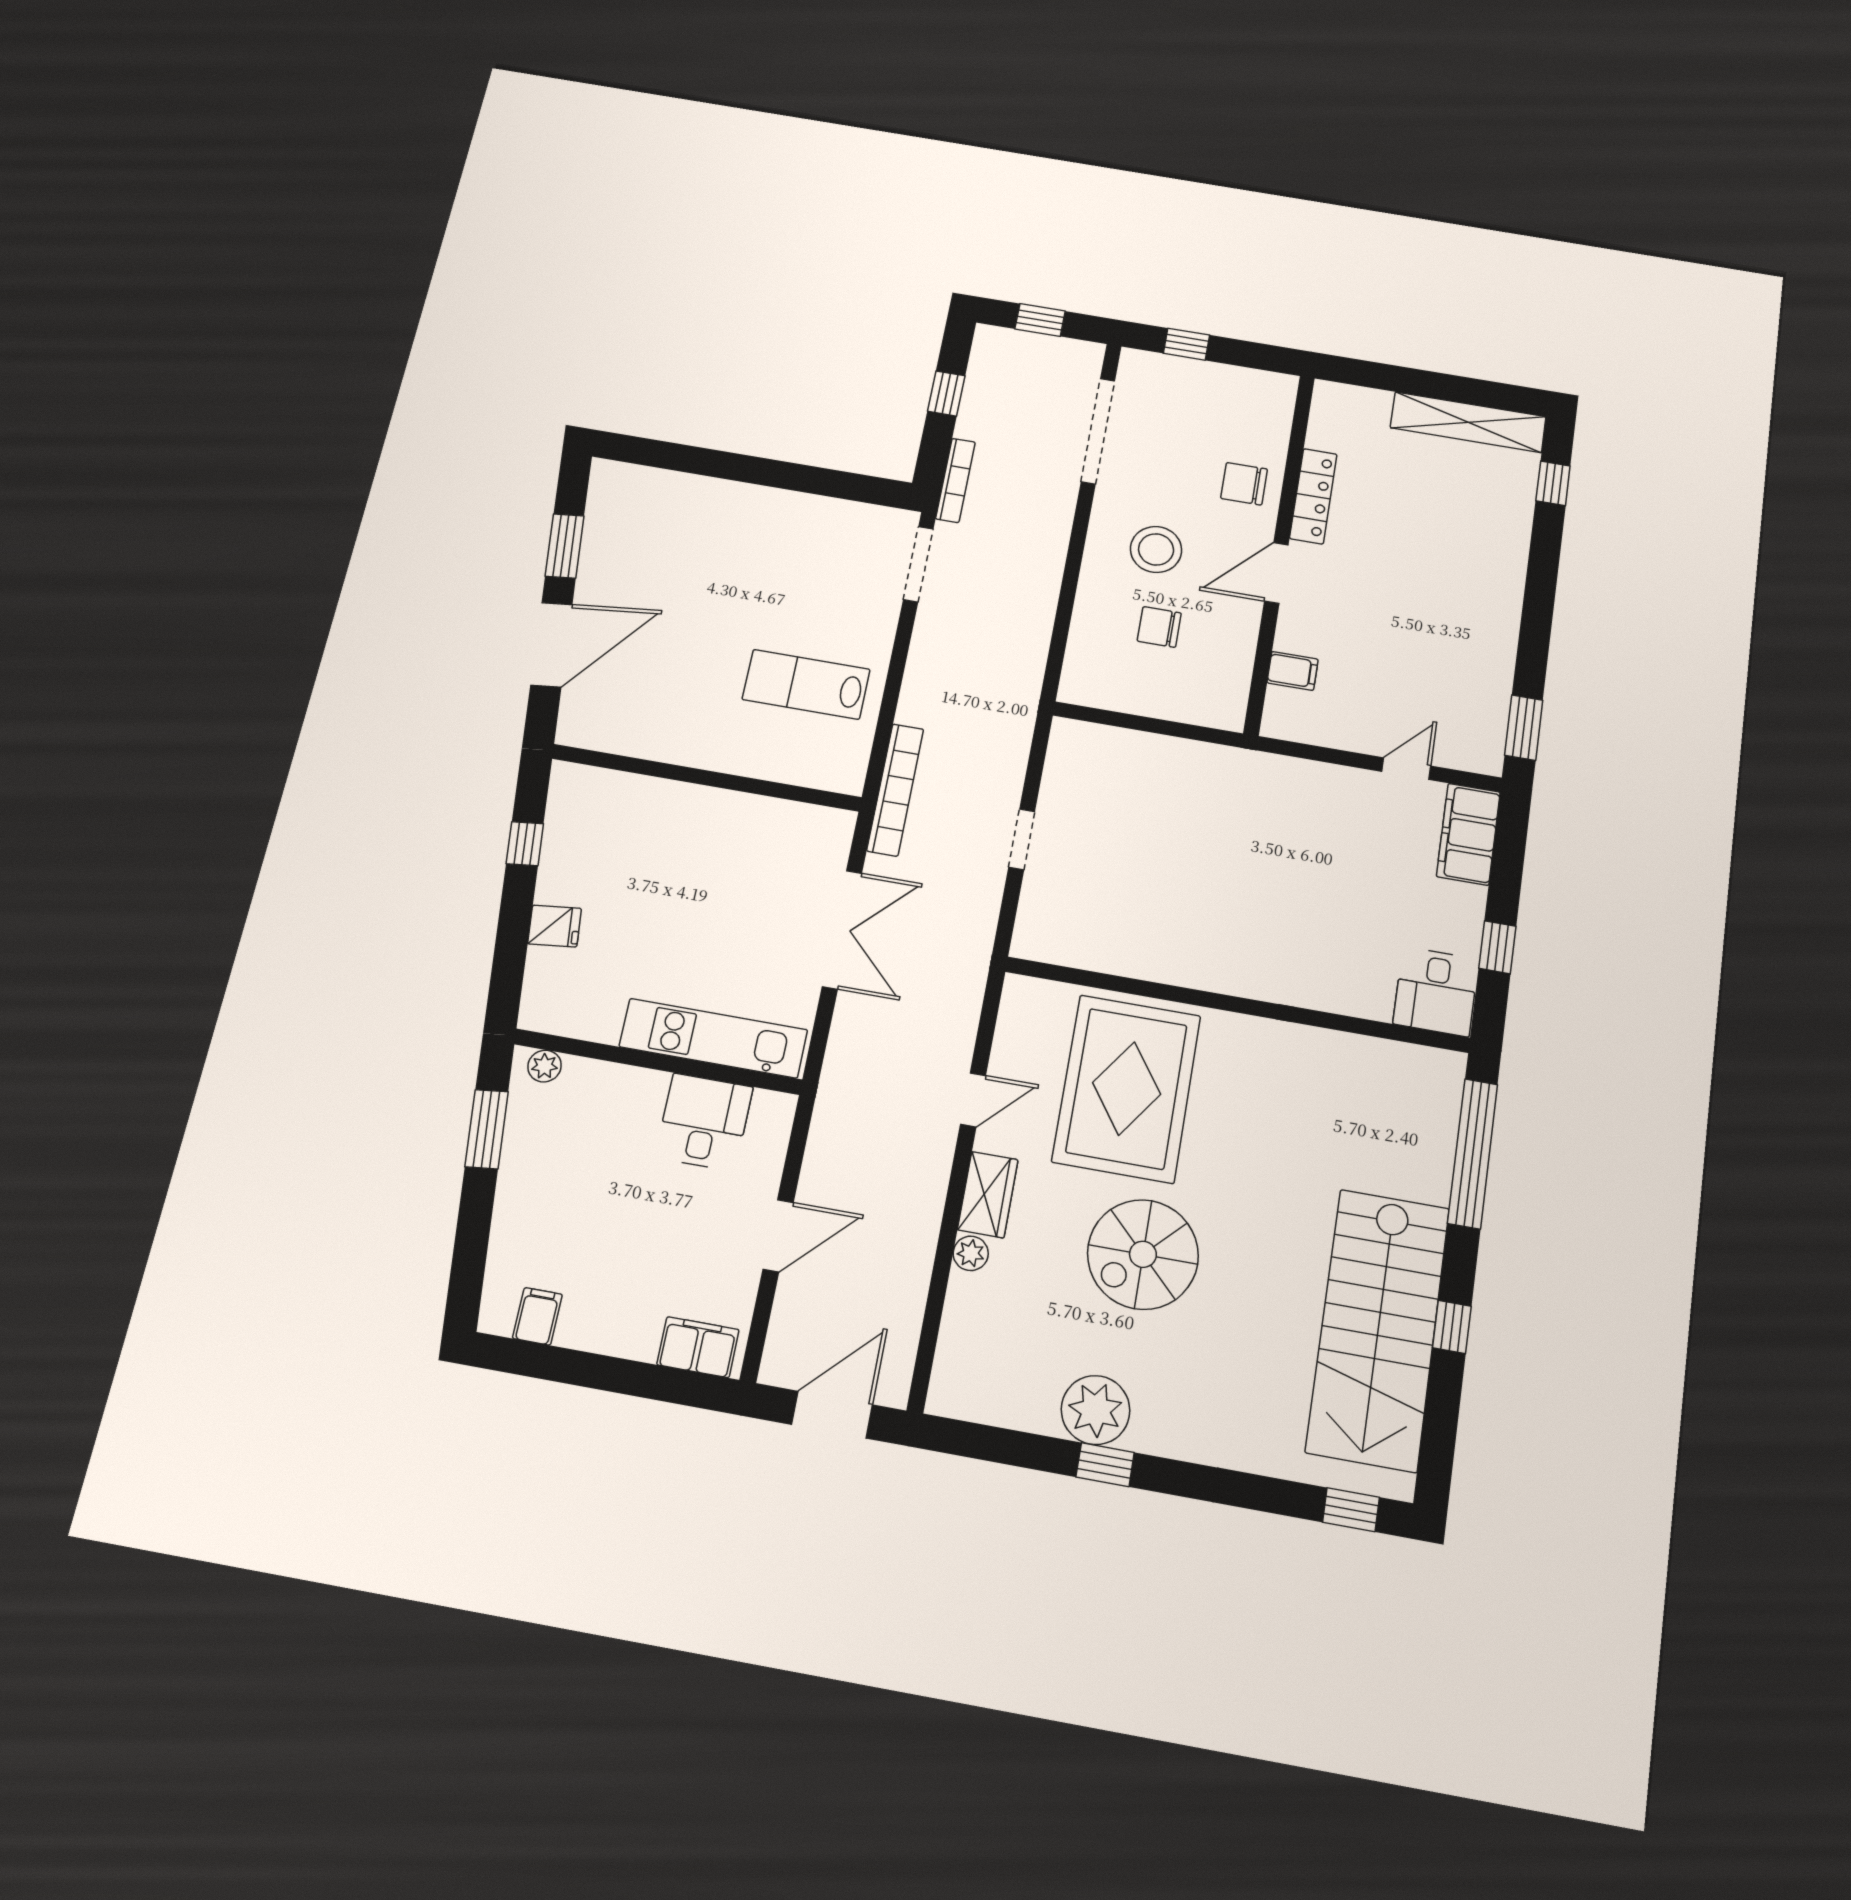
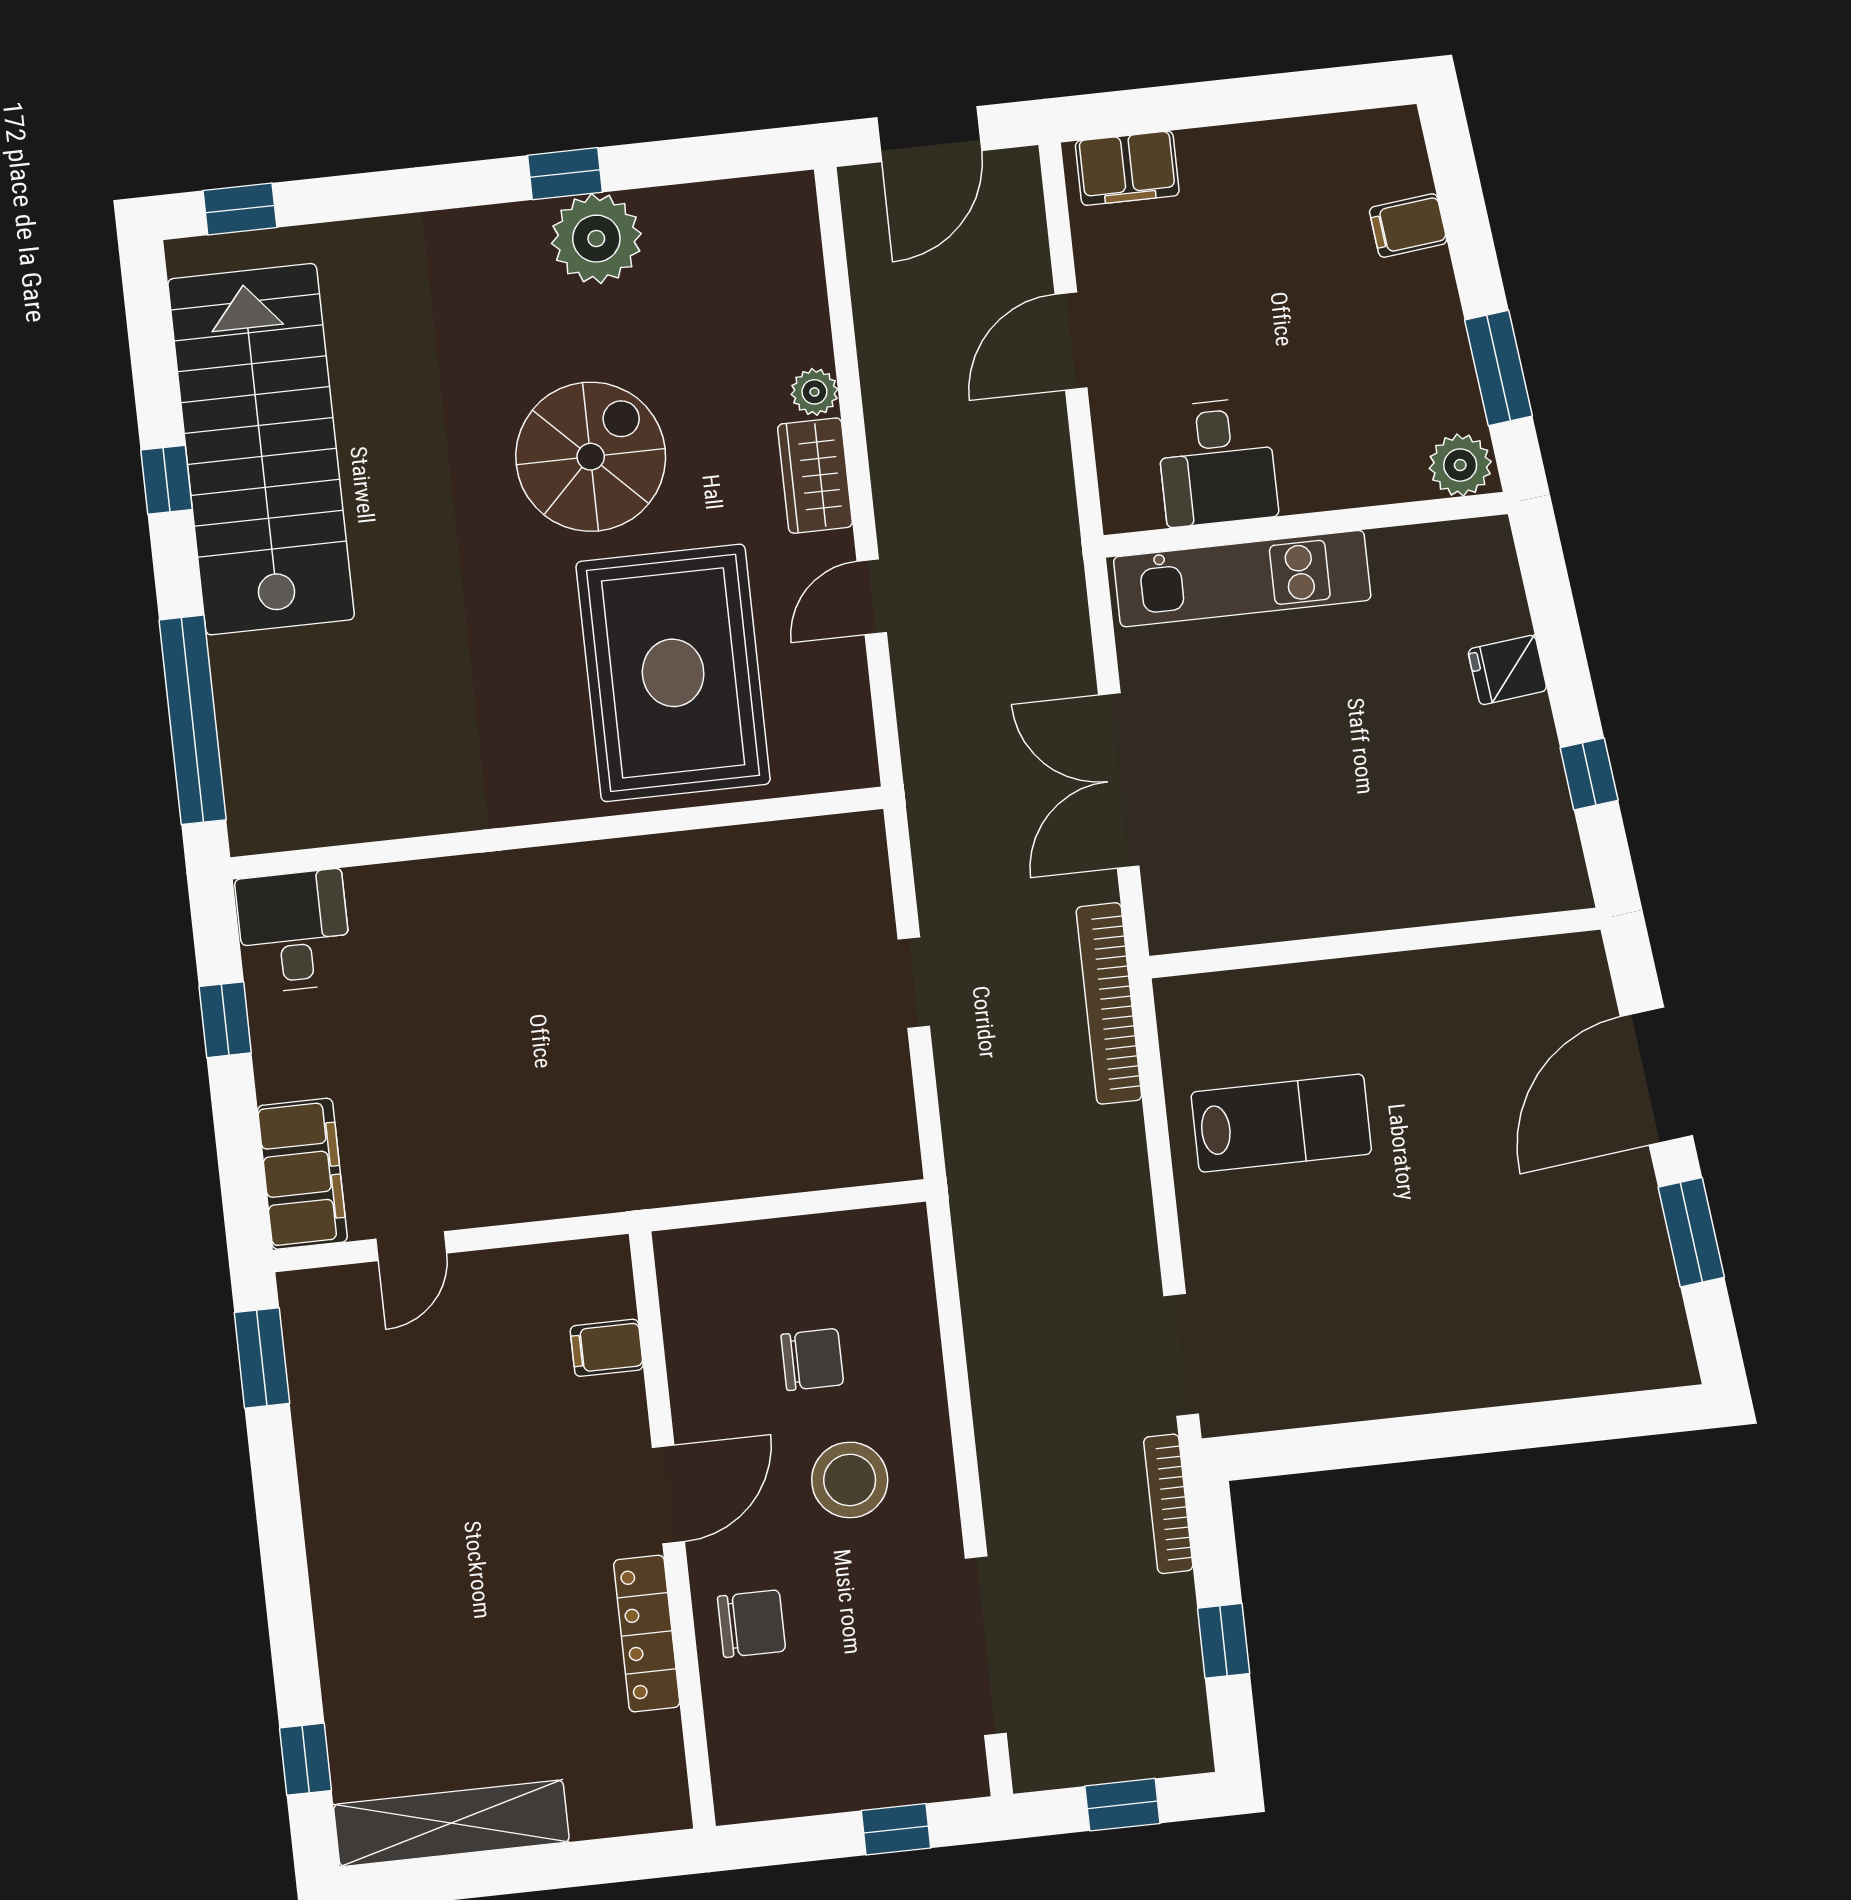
plant: (545, 1066) -> (1460, 465), width x1.38, depth x1.38
filing cabinet: (537, 1316) -> (1408, 226), moved, turned 84

